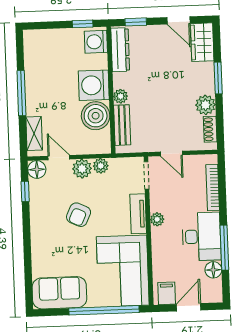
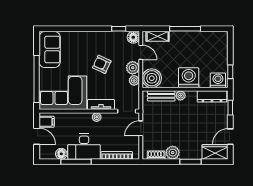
boiler: (96, 116) -> (152, 78), moved
door: (59, 158) -> (141, 52), hinge flipped

